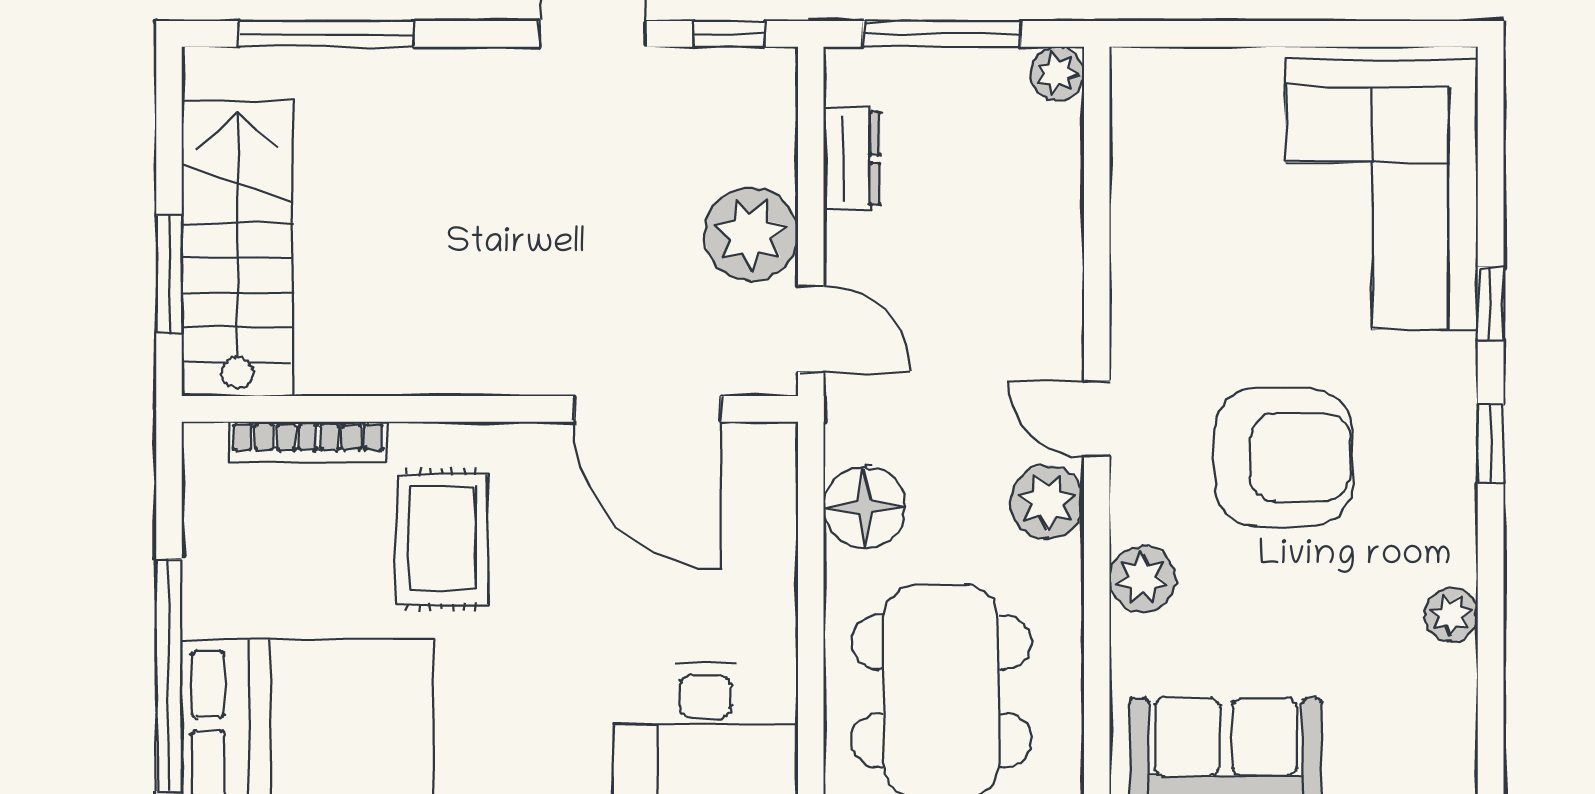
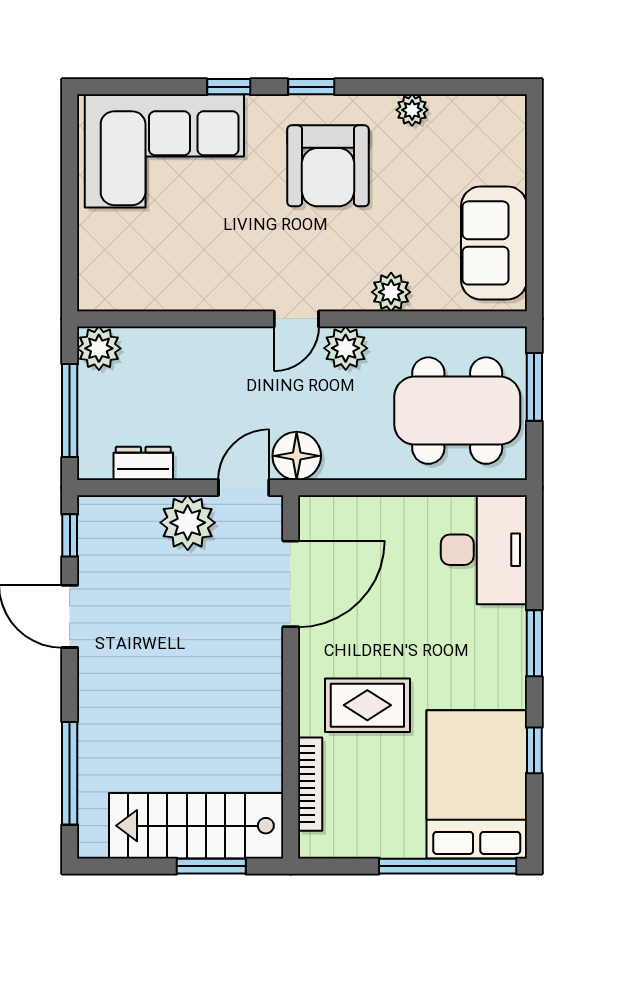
plant: (1057, 74) -> (99, 348), width x1.38, depth x1.38
armchair: (1283, 457) -> (328, 166), moved, turned 180
floor lamp: (864, 507) -> (297, 456), moved

